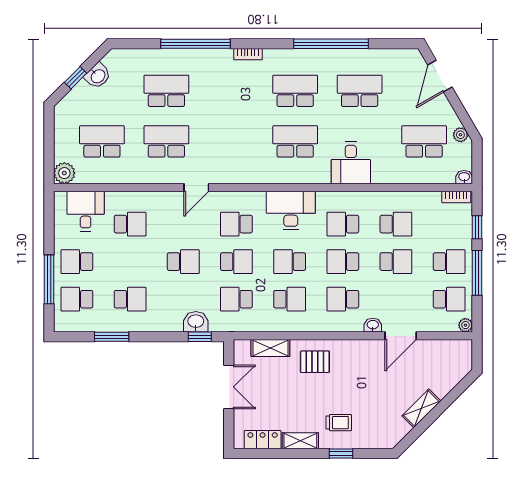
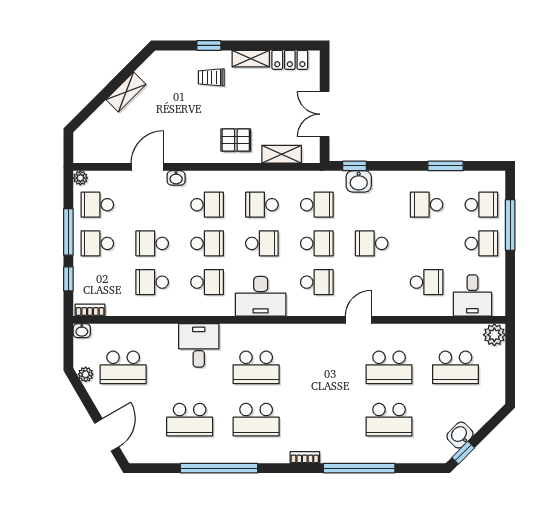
window: (76, 78) -> (463, 453), moved
school desk: (130, 224) -> (427, 282), turned 180
school desk: (236, 262) -> (317, 243), turned 180

